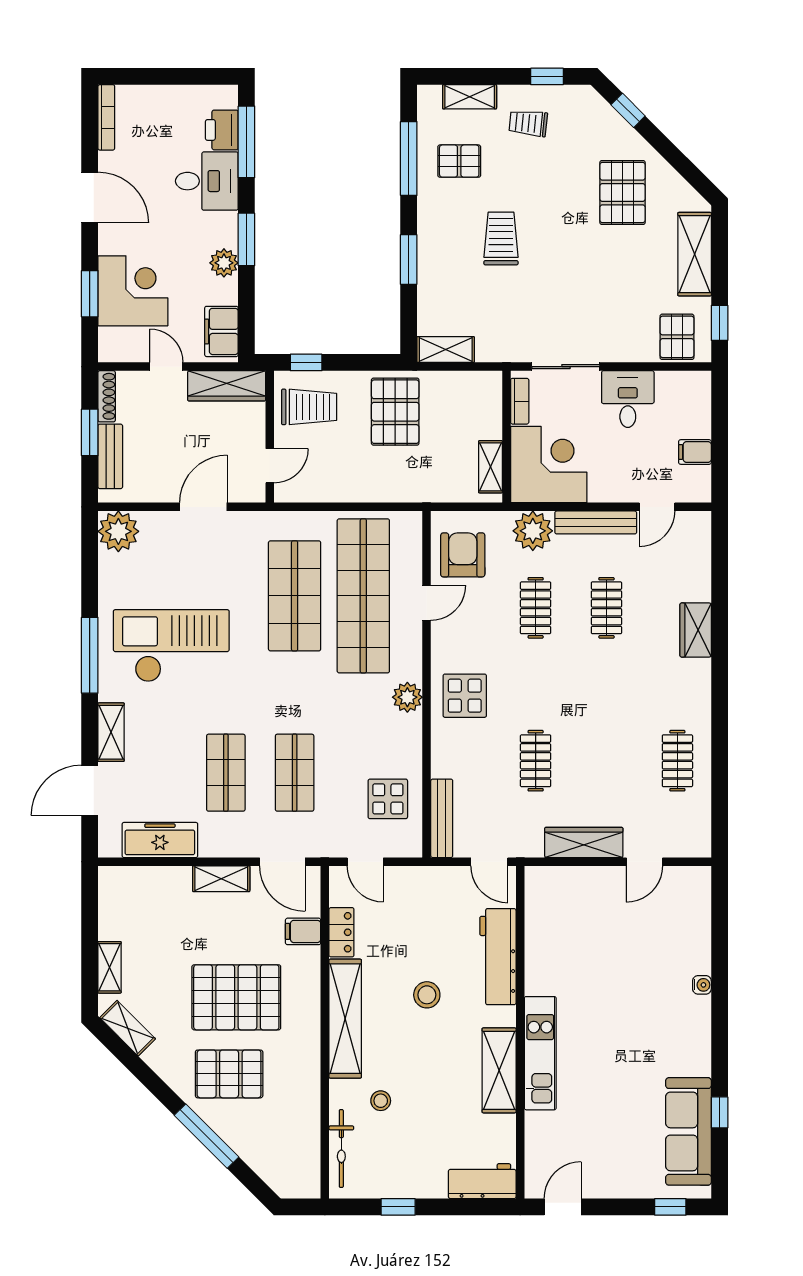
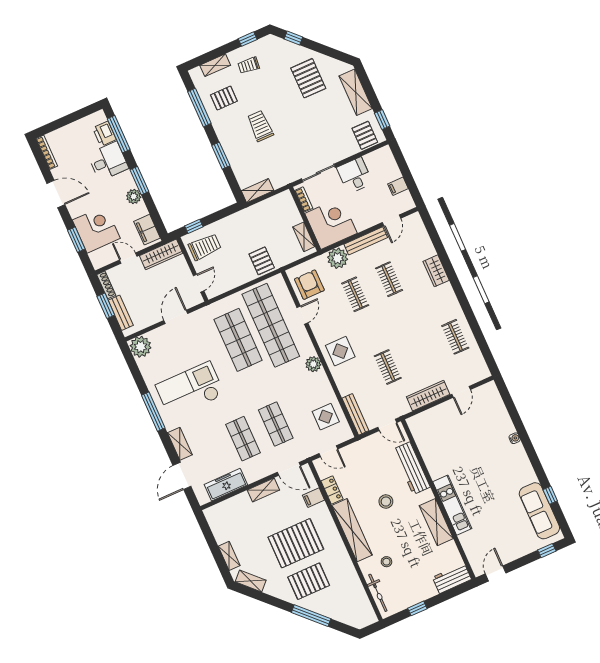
pallet: (395, 412) -> (262, 261), moved, width x0.67, depth x0.71

